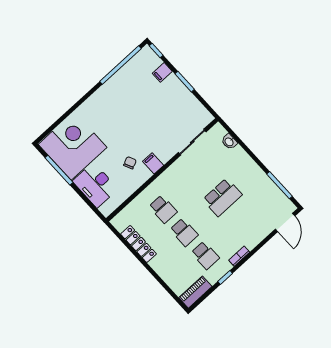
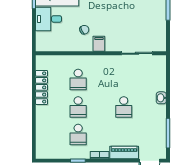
washbasin: (229, 142) -> (161, 98), moved
desk: (95, 185) -> (49, 19), width x0.73
school desk: (222, 197) -> (124, 107), width x0.54
piano: (195, 292) -> (124, 152), moved

